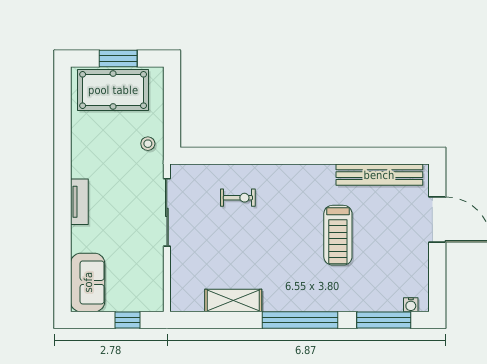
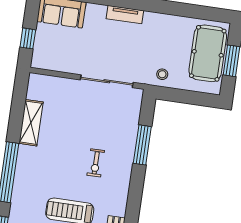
window: (241, 156) -> (142, 145), added
exercise bike: (238, 198) -> (96, 163), moved

